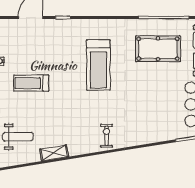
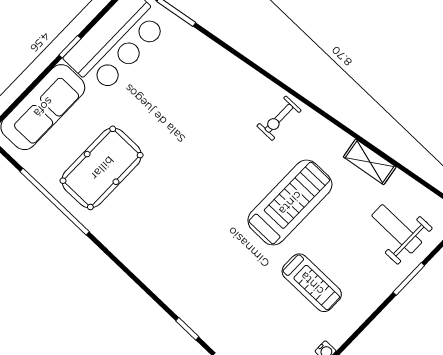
pool table: (158, 49) -> (102, 168), turned 90
treadmill: (98, 65) -> (290, 203), moved

